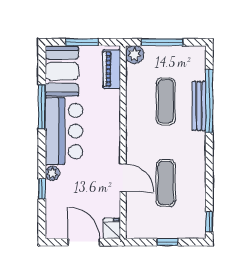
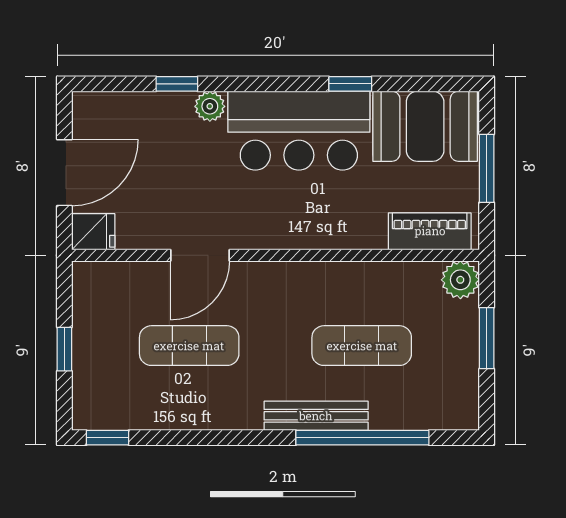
window: (162, 42) -> (487, 338), width x0.69
bench: (199, 106) -> (316, 416), moved
window: (42, 107) -> (350, 84), width x0.46

